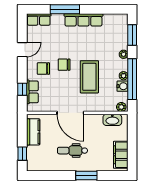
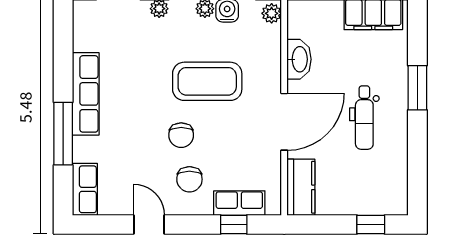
washbasin: (112, 120) -> (299, 59), moved
kitchen counter: (33, 132) -> (301, 187), moved, turned 90

